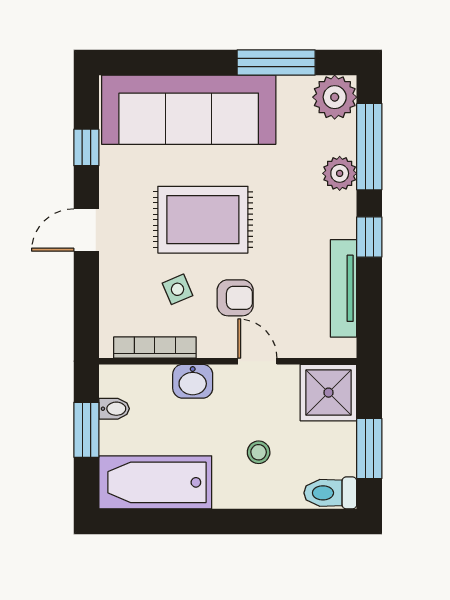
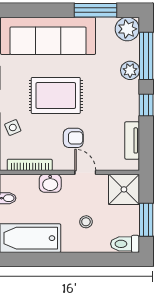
tv unit: (344, 288) -> (132, 140), width x0.71
side table: (177, 289) -> (13, 128), moved

